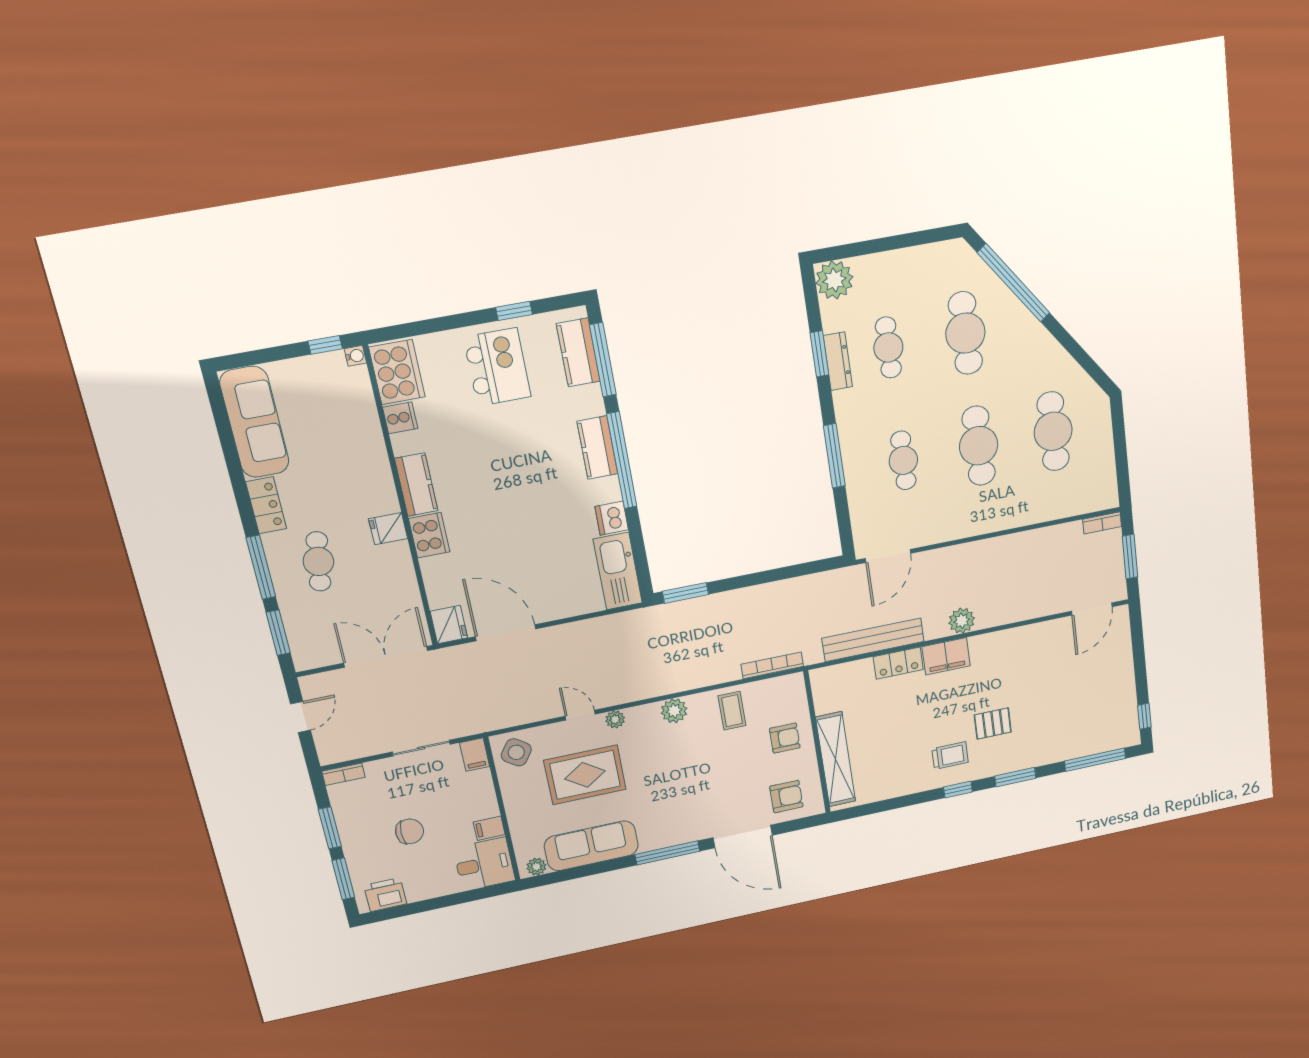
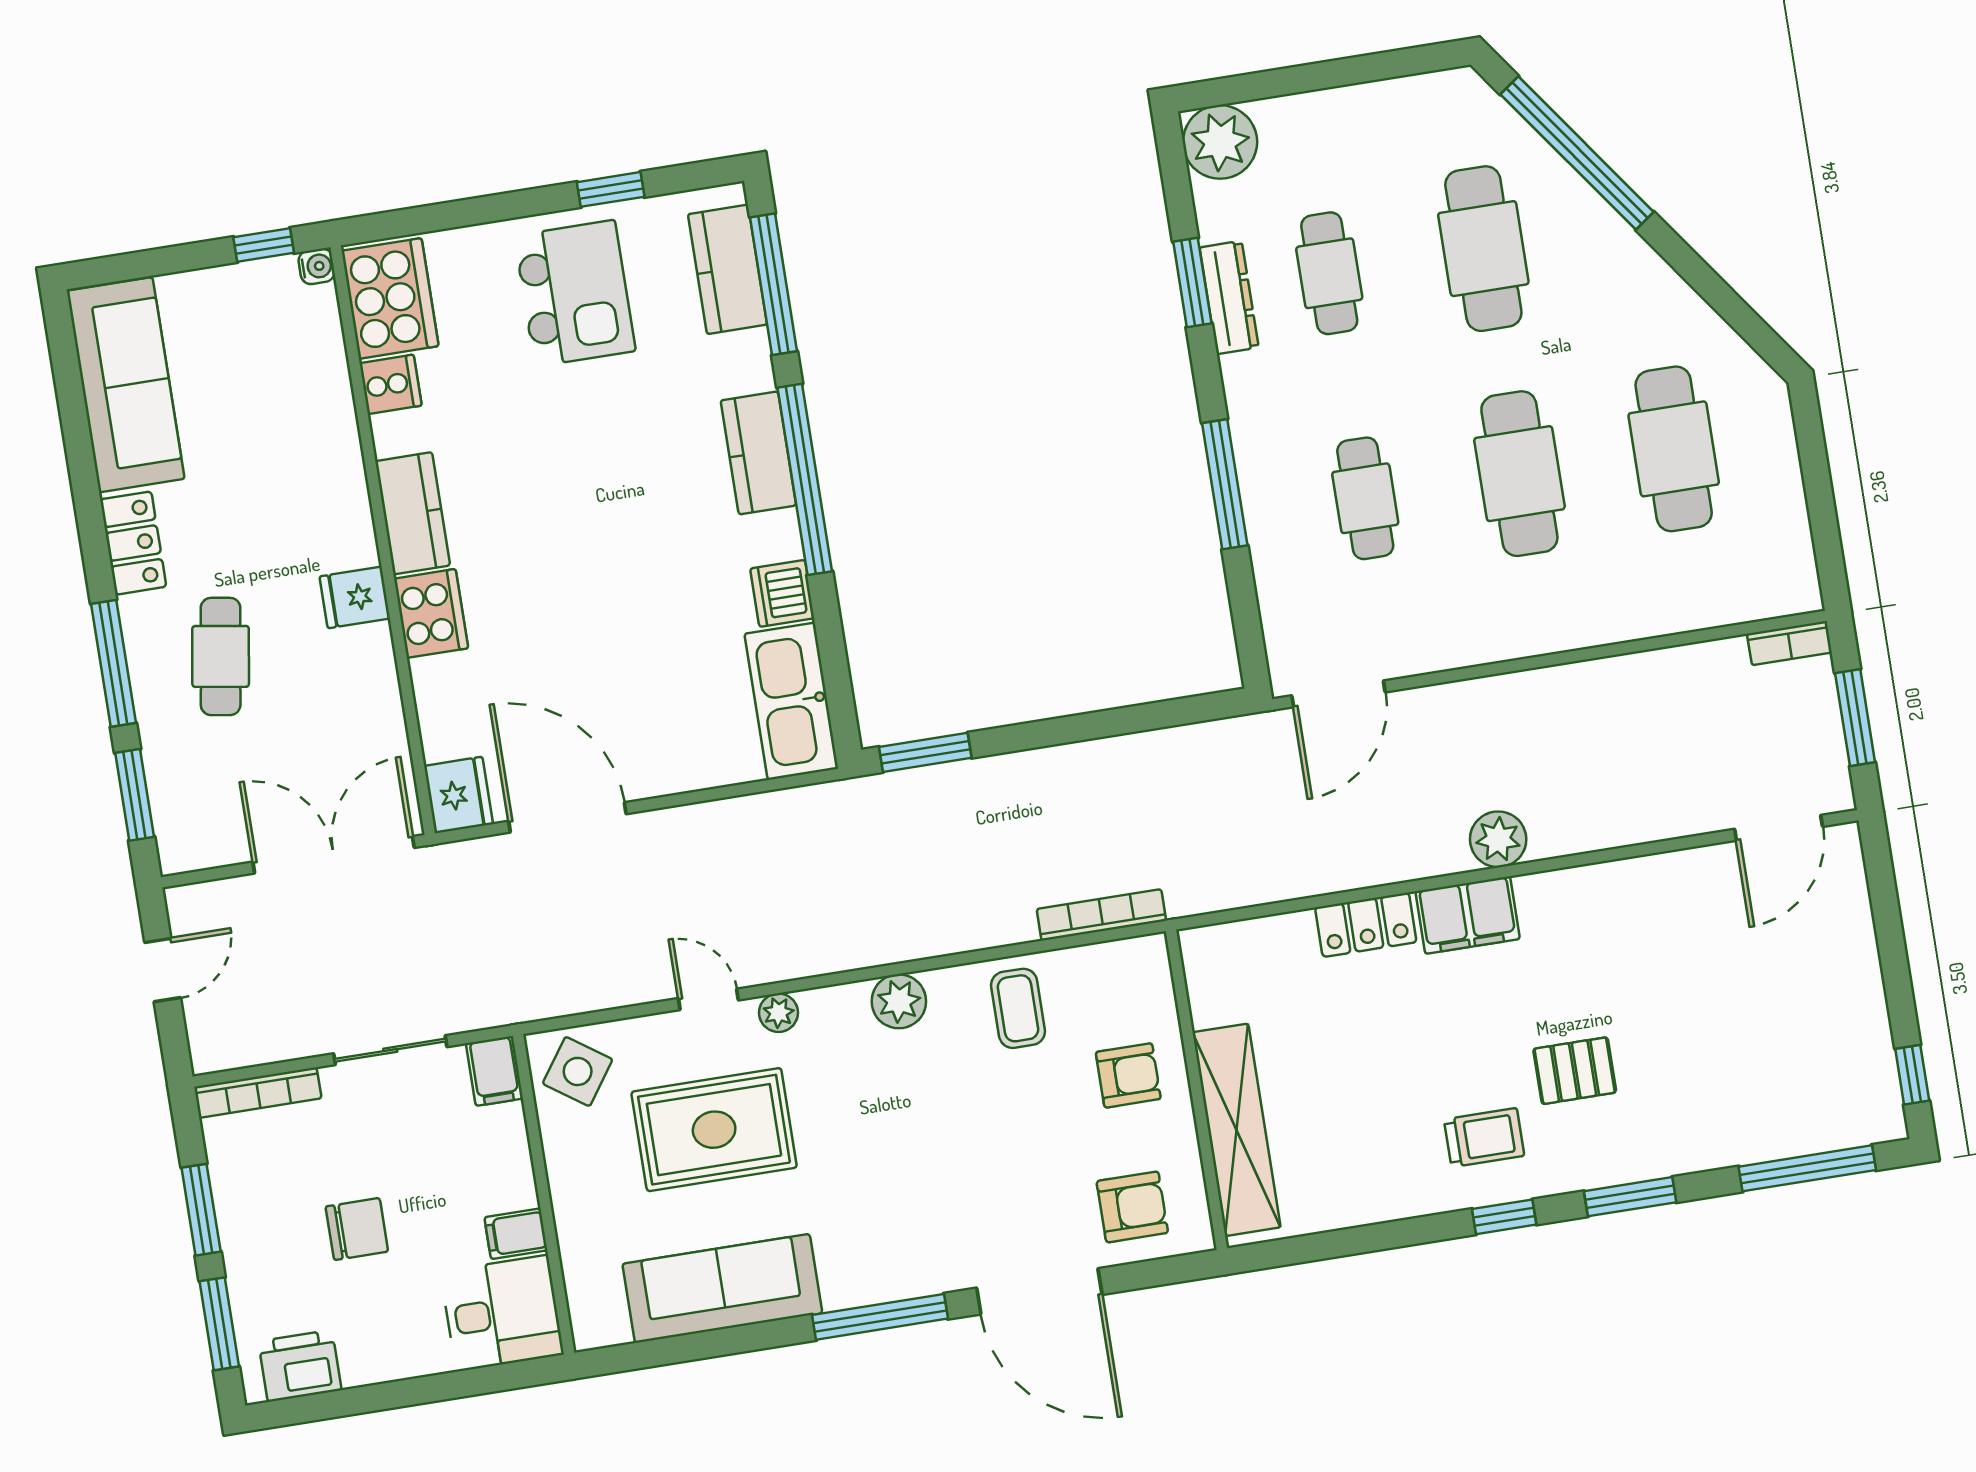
bench: (873, 640) -> (1311, 871), removed
bookcase: (343, 774) -> (258, 1093), width x1.56
plant: (536, 867) -> (608, 1327), removed

